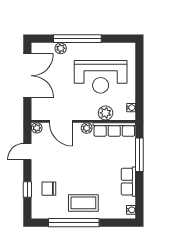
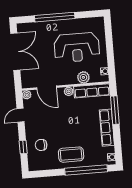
plant: (61, 48) -> (41, 26), removed
row of seats: (128, 182) -> (107, 128), width x1.48
window: (74, 223) -> (86, 170), moved

